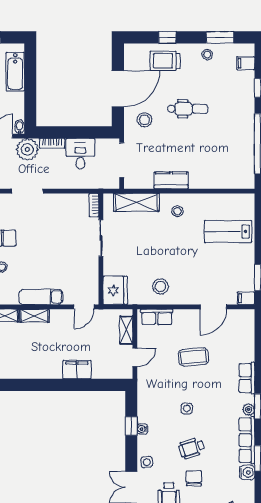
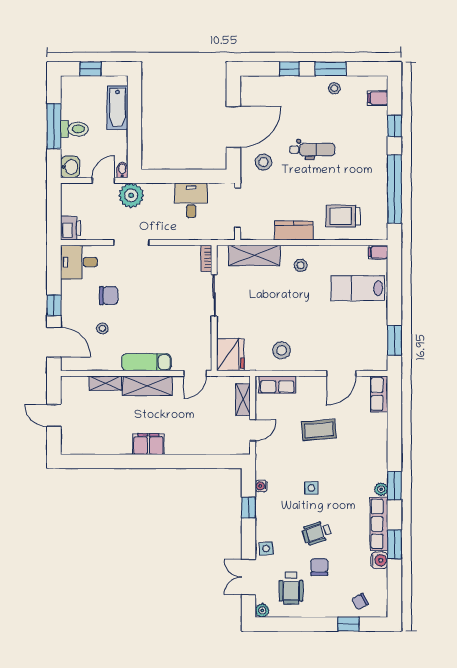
window: (220, 37) -> (331, 69), moved
trolley: (165, 61) -> (343, 216), moved
bookcase: (52, 143) -> (159, 189), removed
filing cabinet: (246, 298) -> (378, 252), moved
shelving: (34, 316) -> (147, 386), width x1.50, depth x1.33
filing cabinet: (77, 370) -> (148, 444), moved
row of seats: (247, 378) -> (379, 394), moved
water cooler: (142, 429) -> (261, 486), moved

